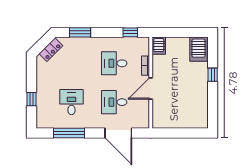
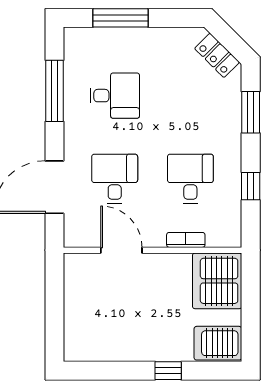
window: (130, 32) -> (251, 186), moved
server rack: (159, 46) -> (217, 281), width x2.18, depth x1.44
door: (151, 88) -> (121, 250), moved
window: (32, 99) -> (120, 18), width x2.17

